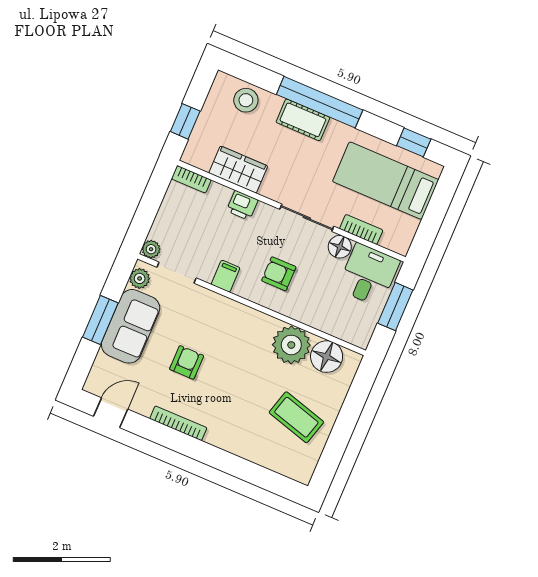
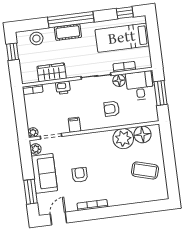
window: (185, 121) -> (13, 52), moved
armchair: (279, 274) -> (112, 109), moved
window: (100, 320) -> (30, 192), moved

